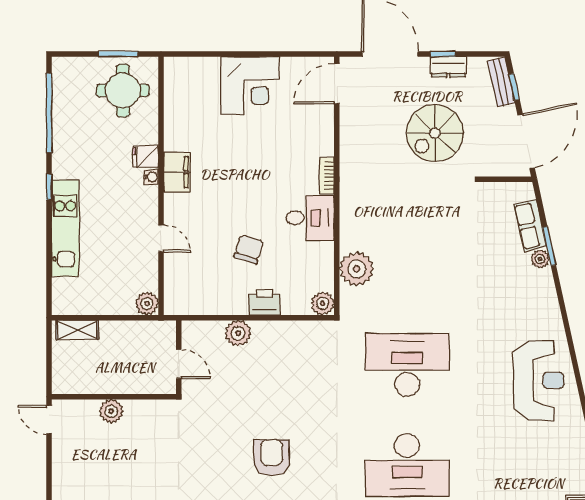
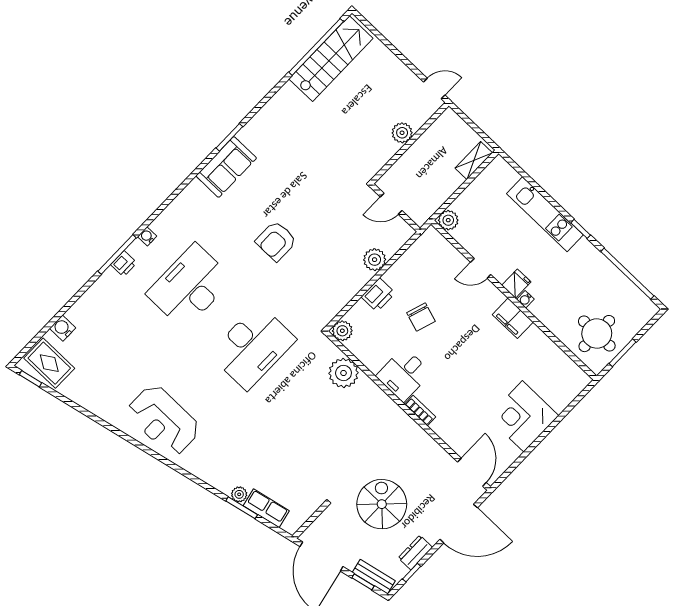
window: (443, 54) -> (412, 573), moved
fridge: (145, 157) -> (516, 284), moved
armchair: (272, 458) -> (276, 241), moved, turned 90

